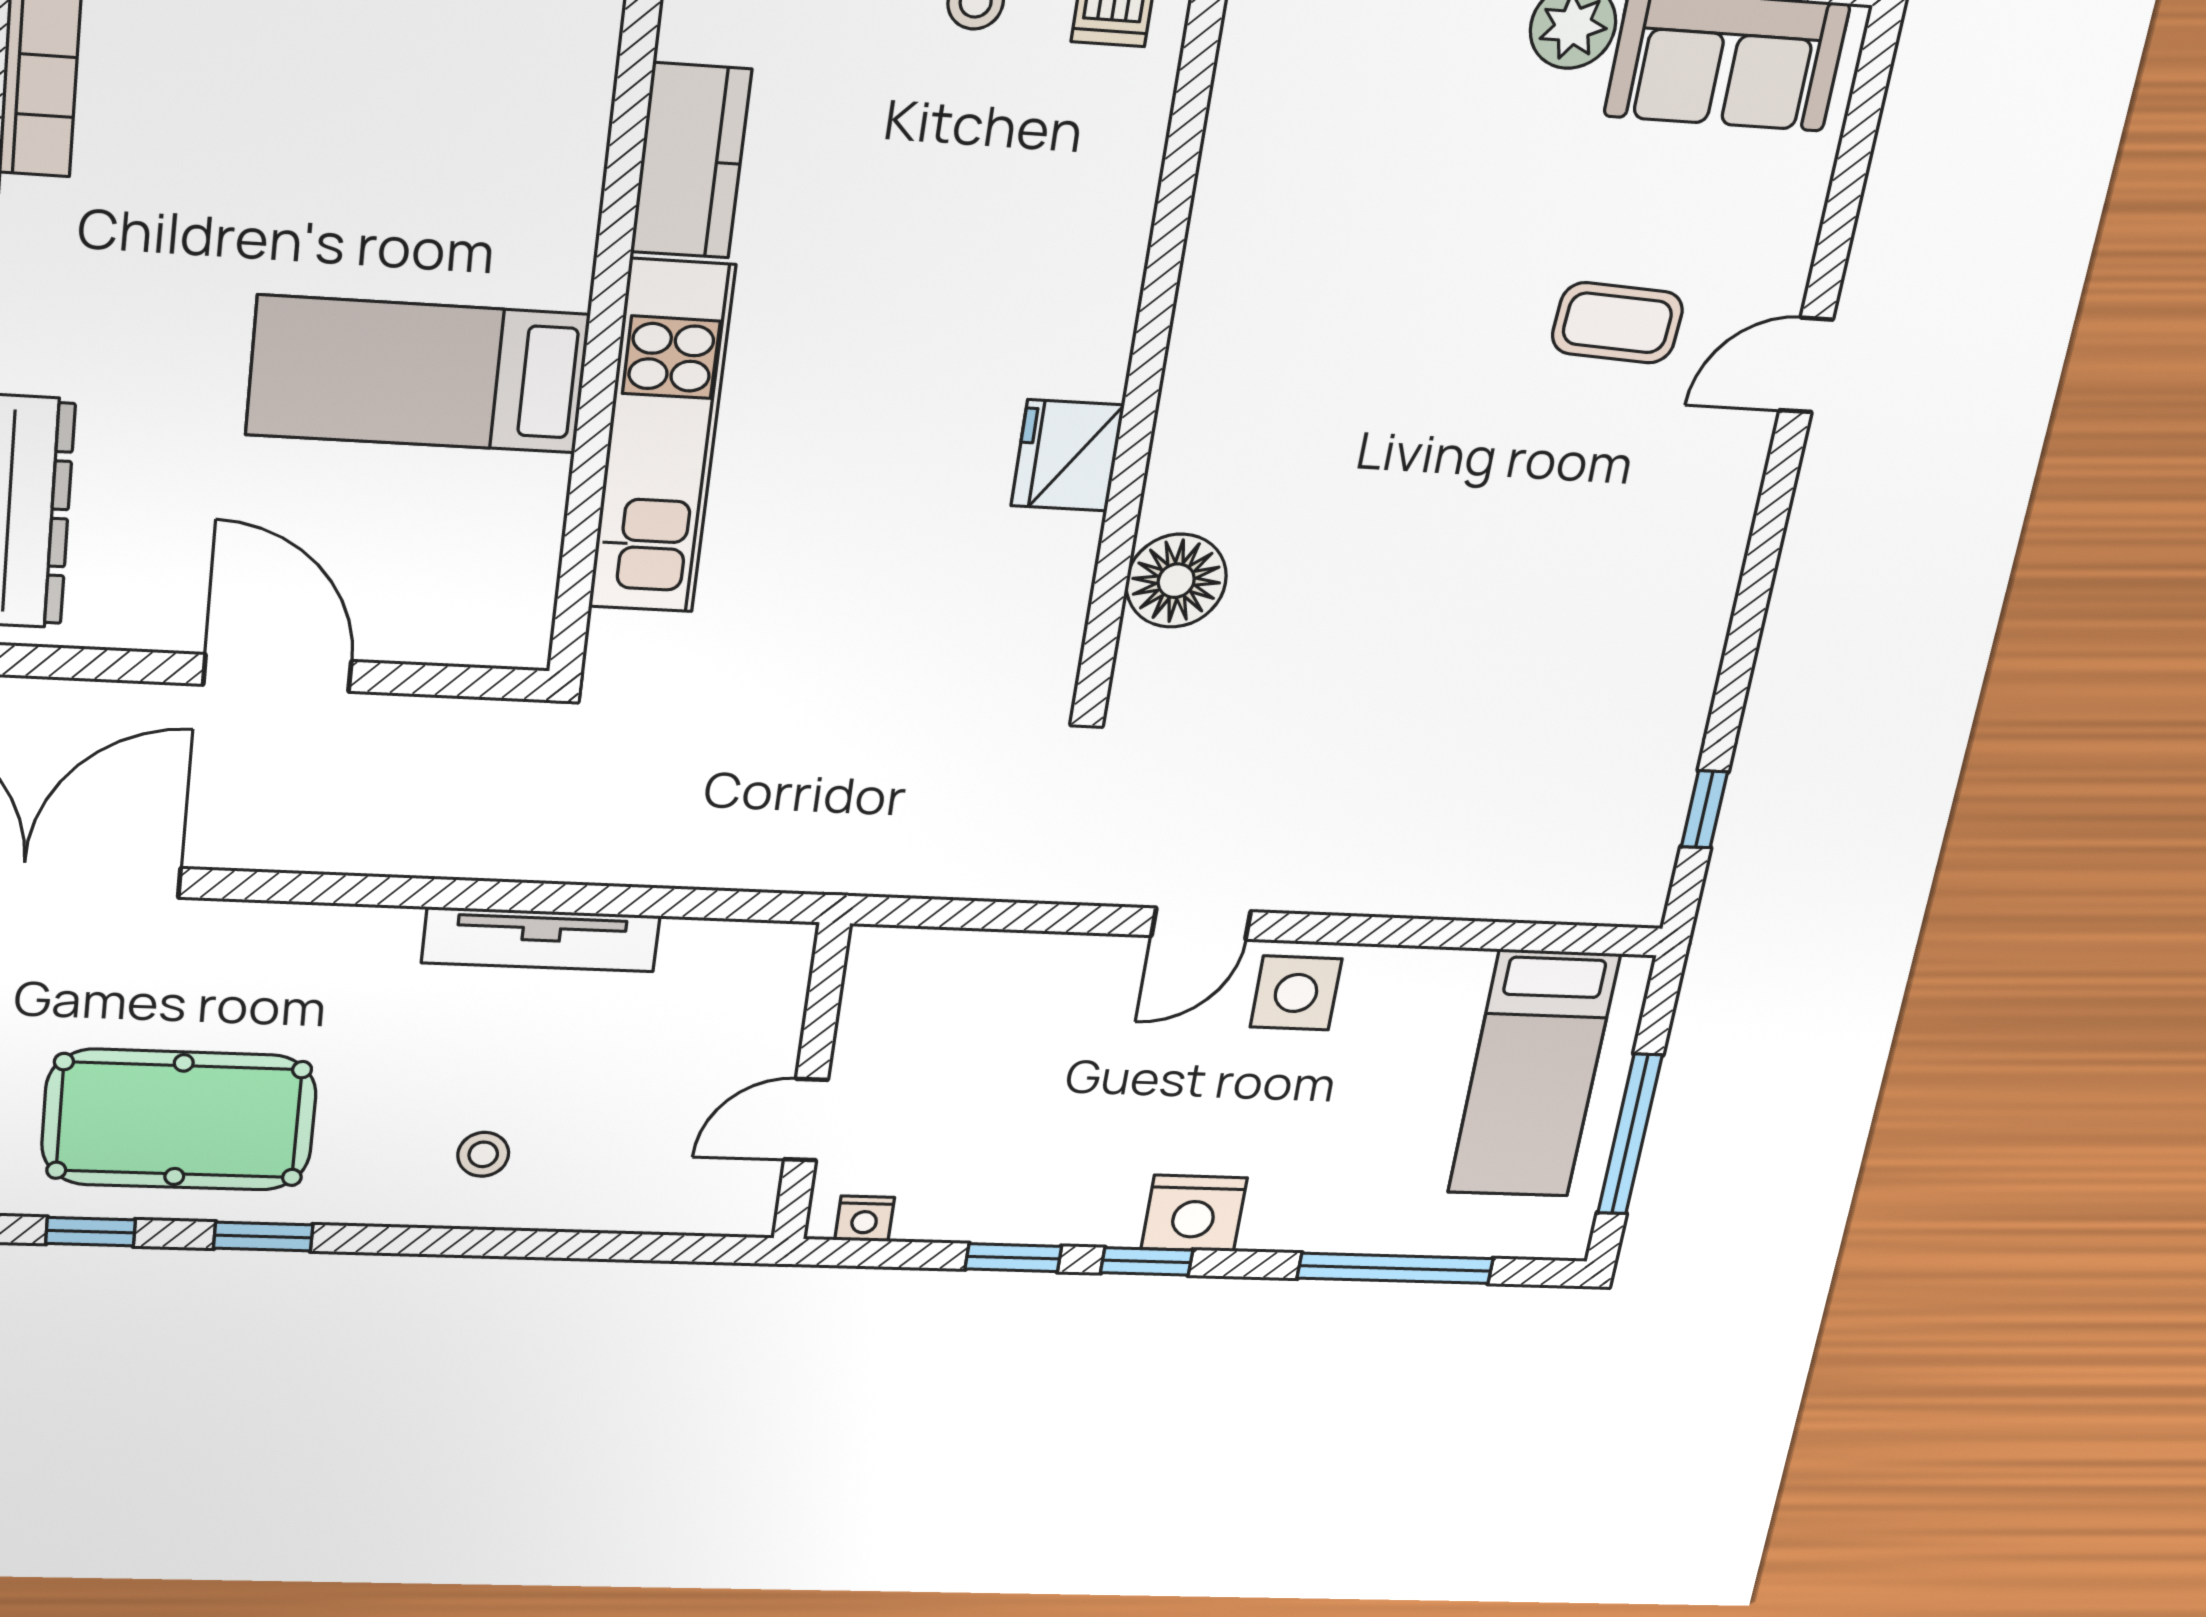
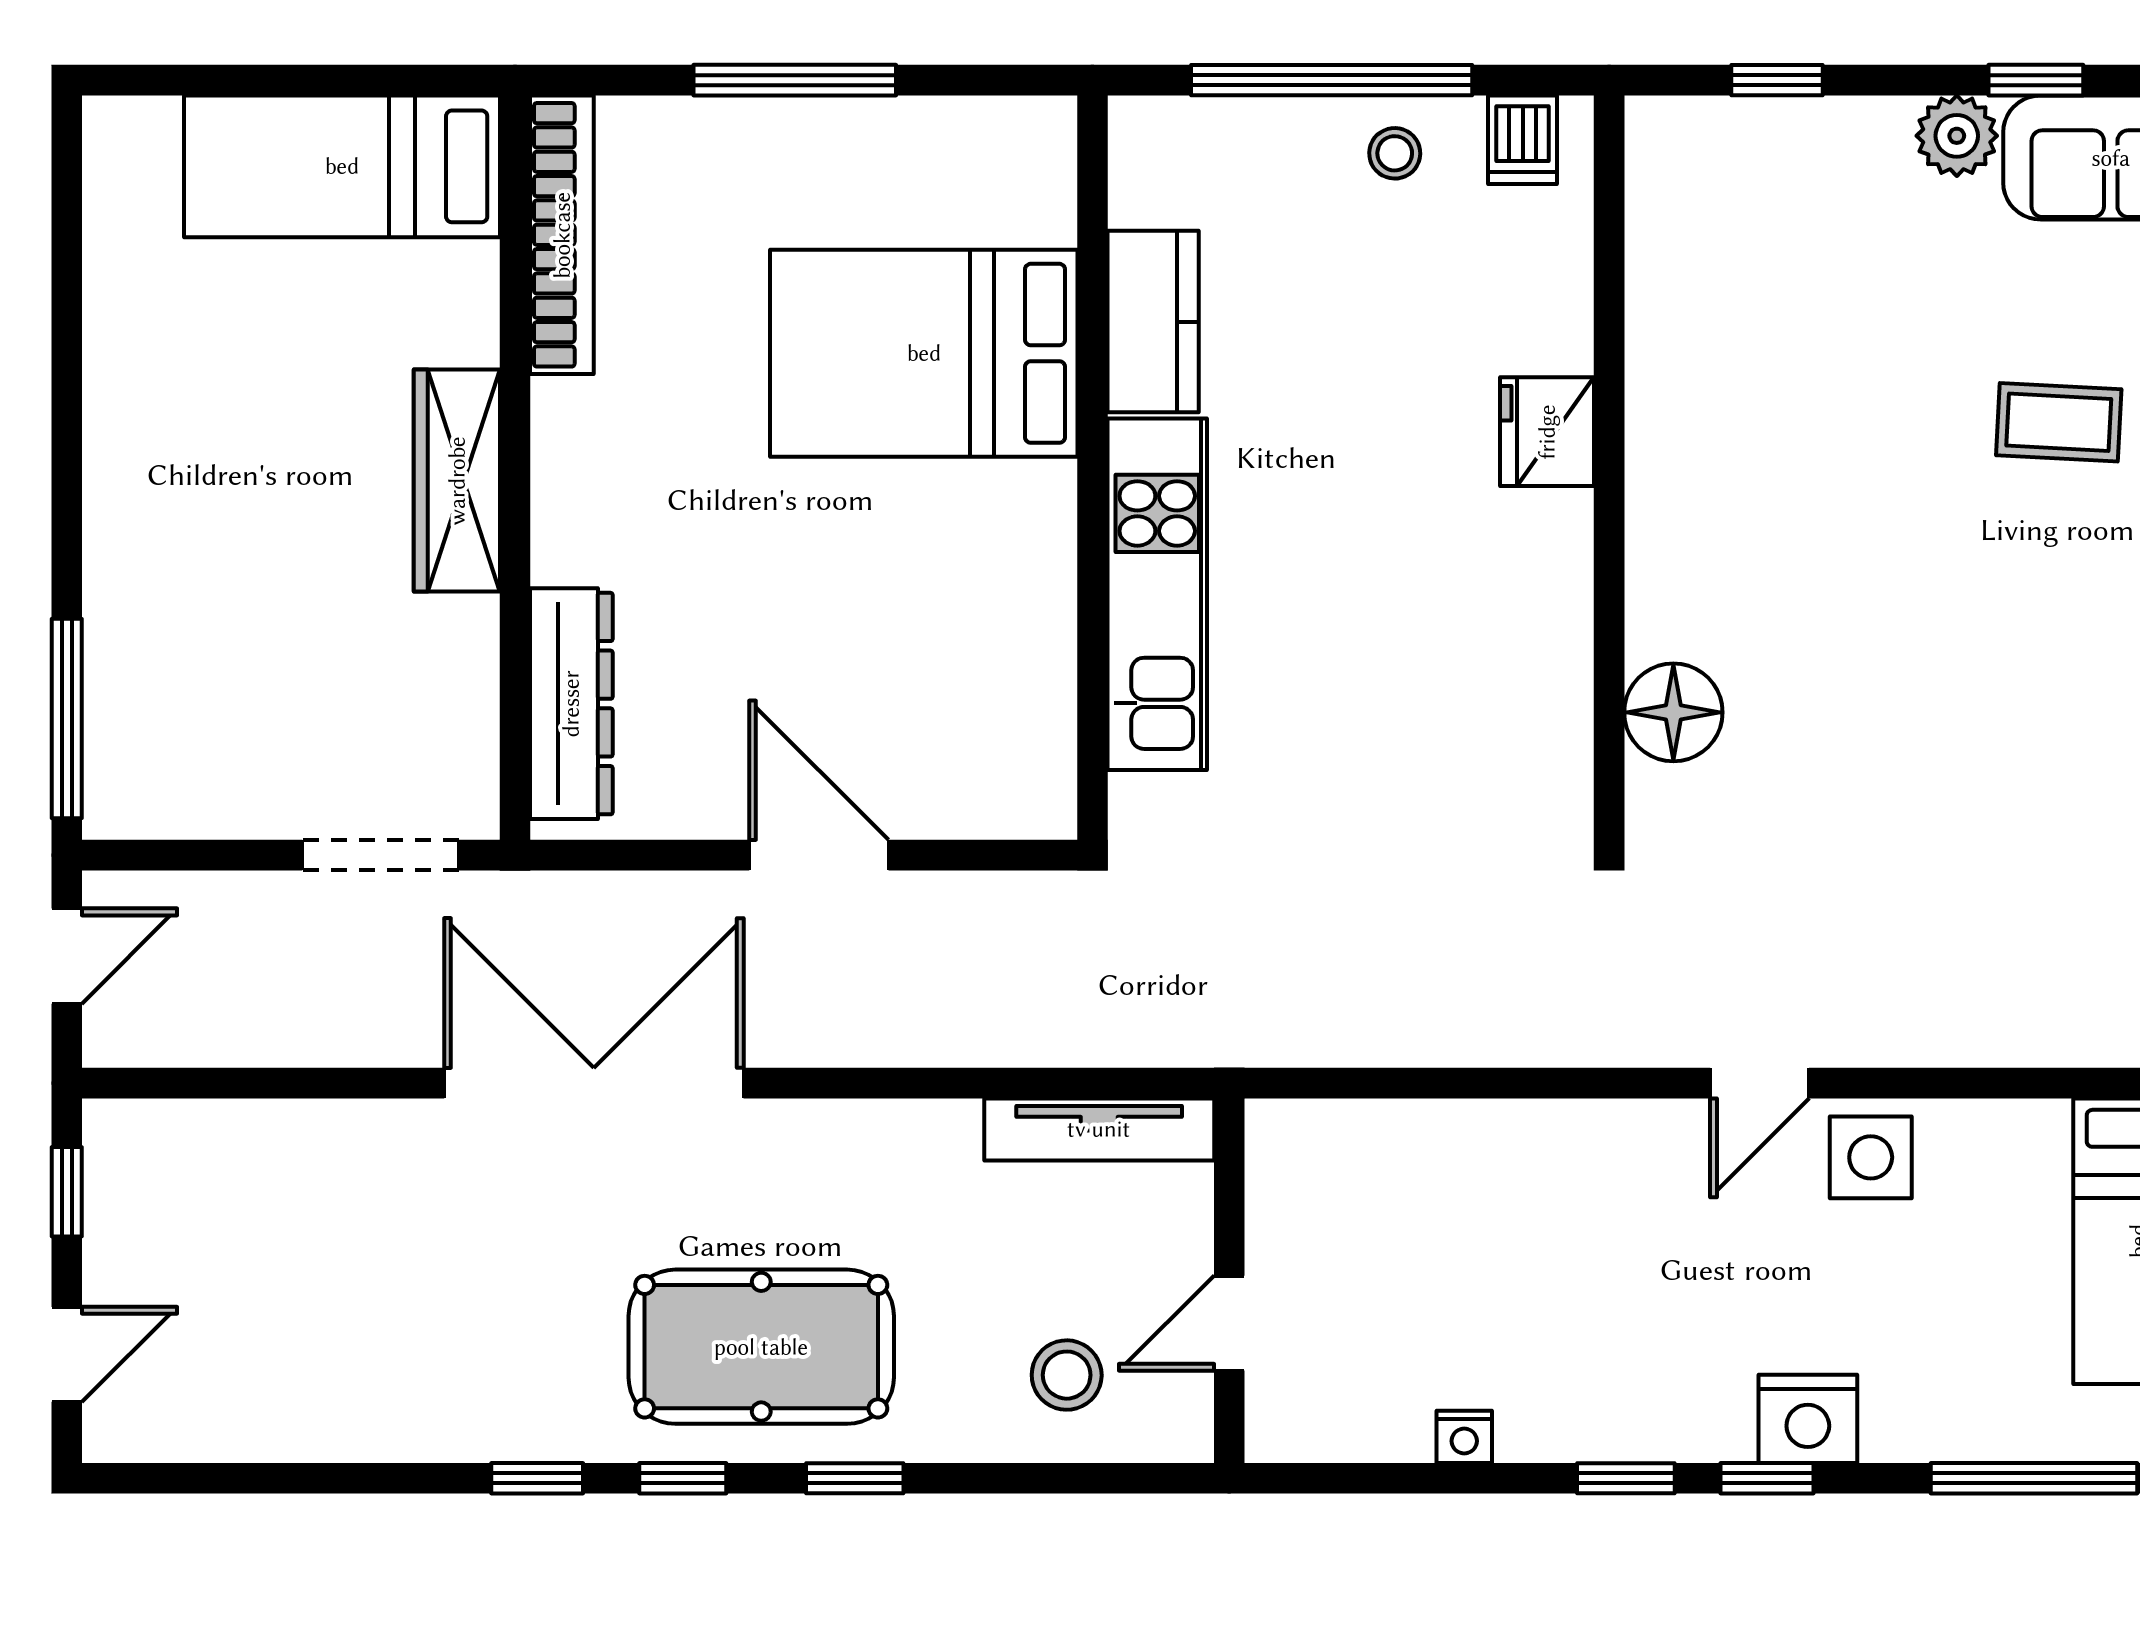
bed: (418, 375) -> (924, 353), moved, width x1.50
fridge: (1068, 455) -> (1547, 432), moved
wall: (811, 1083) -> (1229, 1281), moved
door: (806, 1120) -> (1229, 1323), moved
stool: (483, 1154) -> (1067, 1375), width x1.37, depth x1.37

